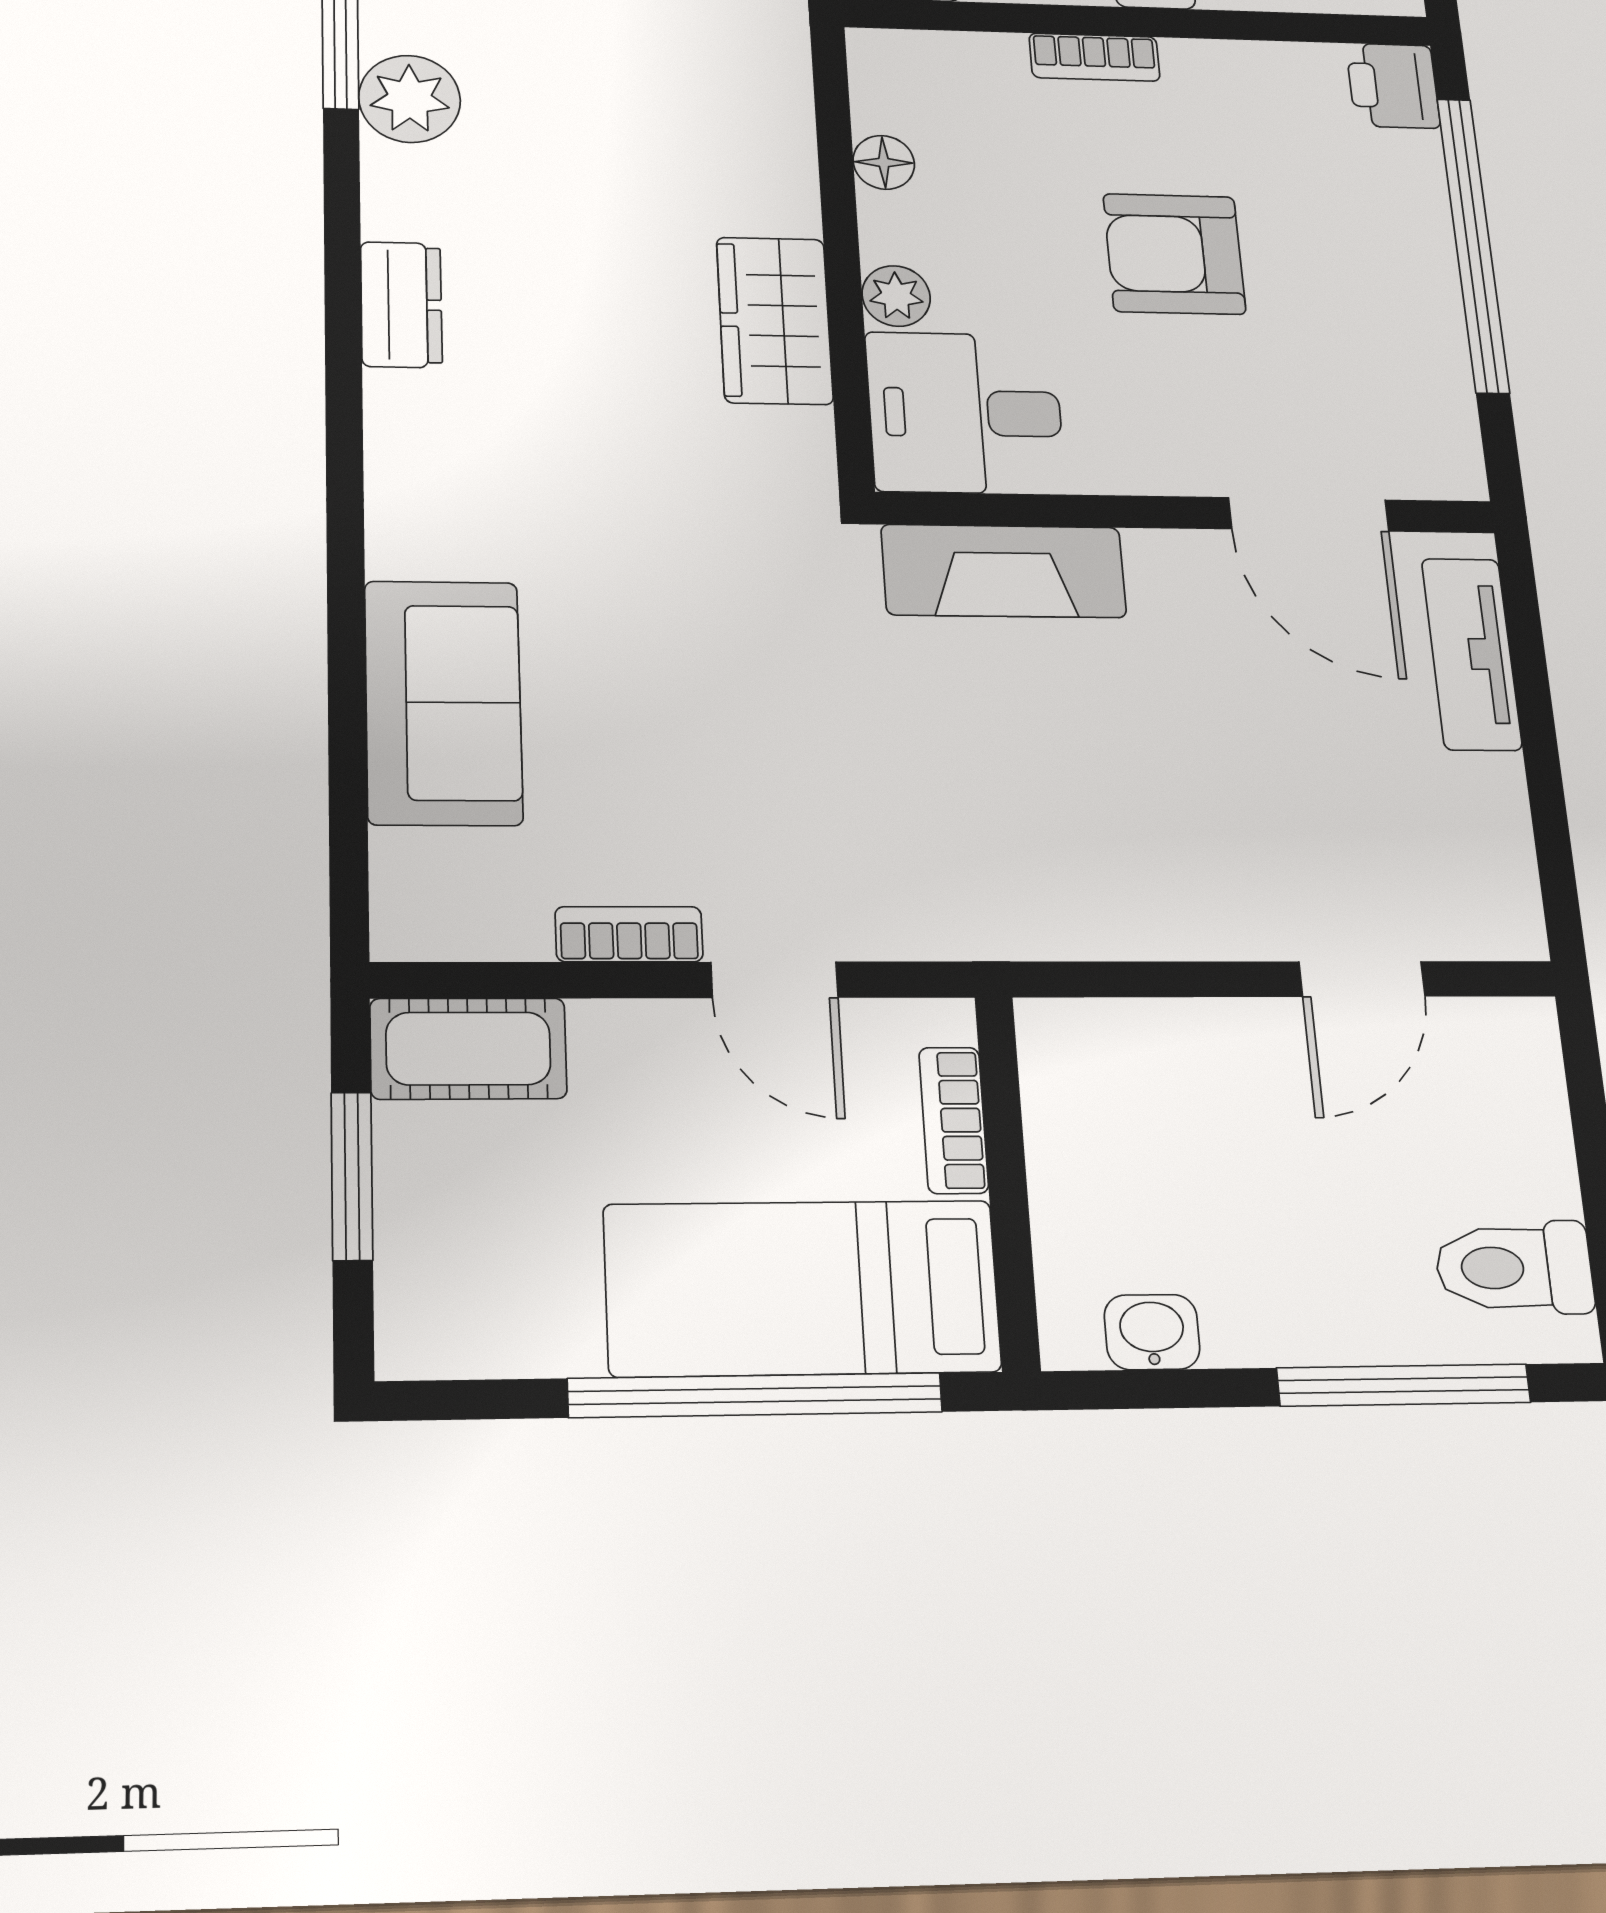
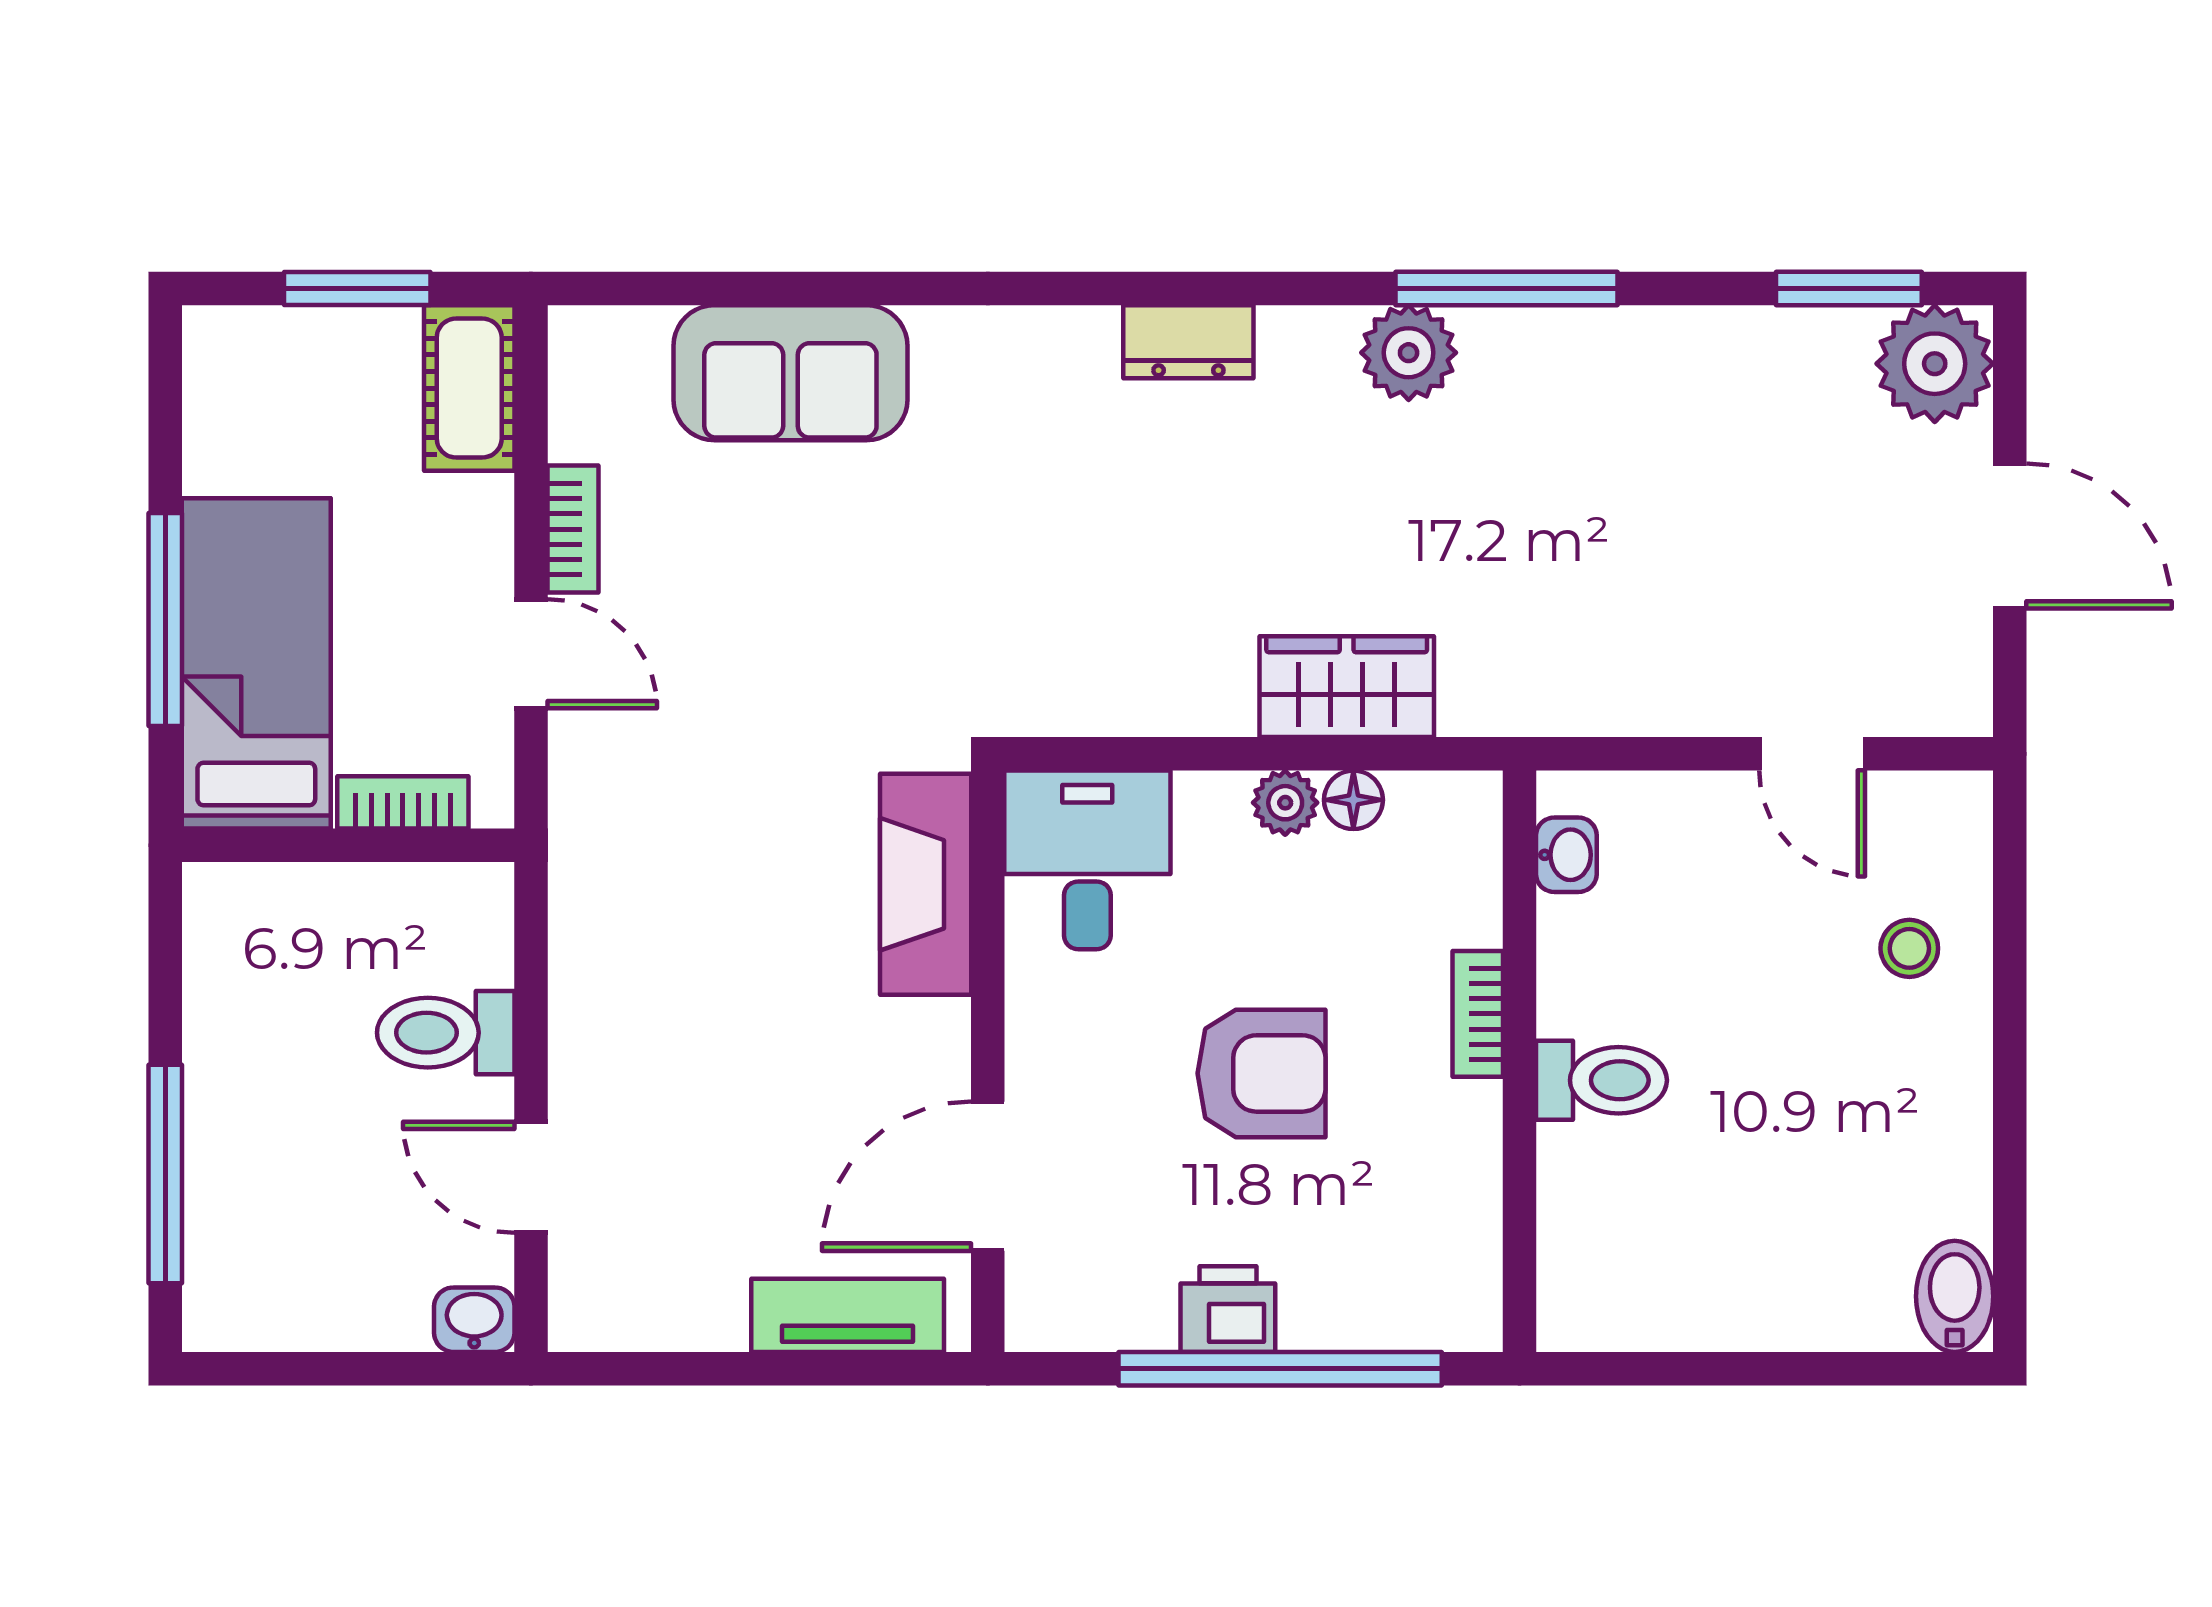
printer: (1393, 86) -> (1228, 1309), moved
armchair: (1174, 254) -> (1261, 1073), turned 90
plant: (896, 296) -> (1285, 803), moved
wardrobe: (775, 321) -> (1347, 687), moved
door: (774, 980) -> (531, 654), swing flipped
toilet: (1514, 1268) -> (446, 1033), moved, turned -90
washbasin: (1152, 1332) -> (474, 1320), moved, turned -90
window: (756, 1395) -> (165, 620), width x0.68

